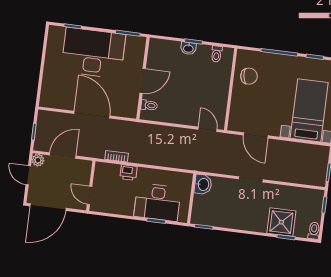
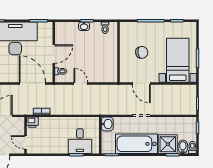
chair: (249, 76) -> (142, 52), moved
door: (92, 115) -> (32, 83), moved
door: (208, 129) -> (81, 83), moved
printer: (129, 173) -> (32, 122), moved
desk: (157, 202) -> (80, 141), width x0.73
bathtub: (239, 216) -> (136, 144), added
bidet: (301, 228) -> (183, 147), added

